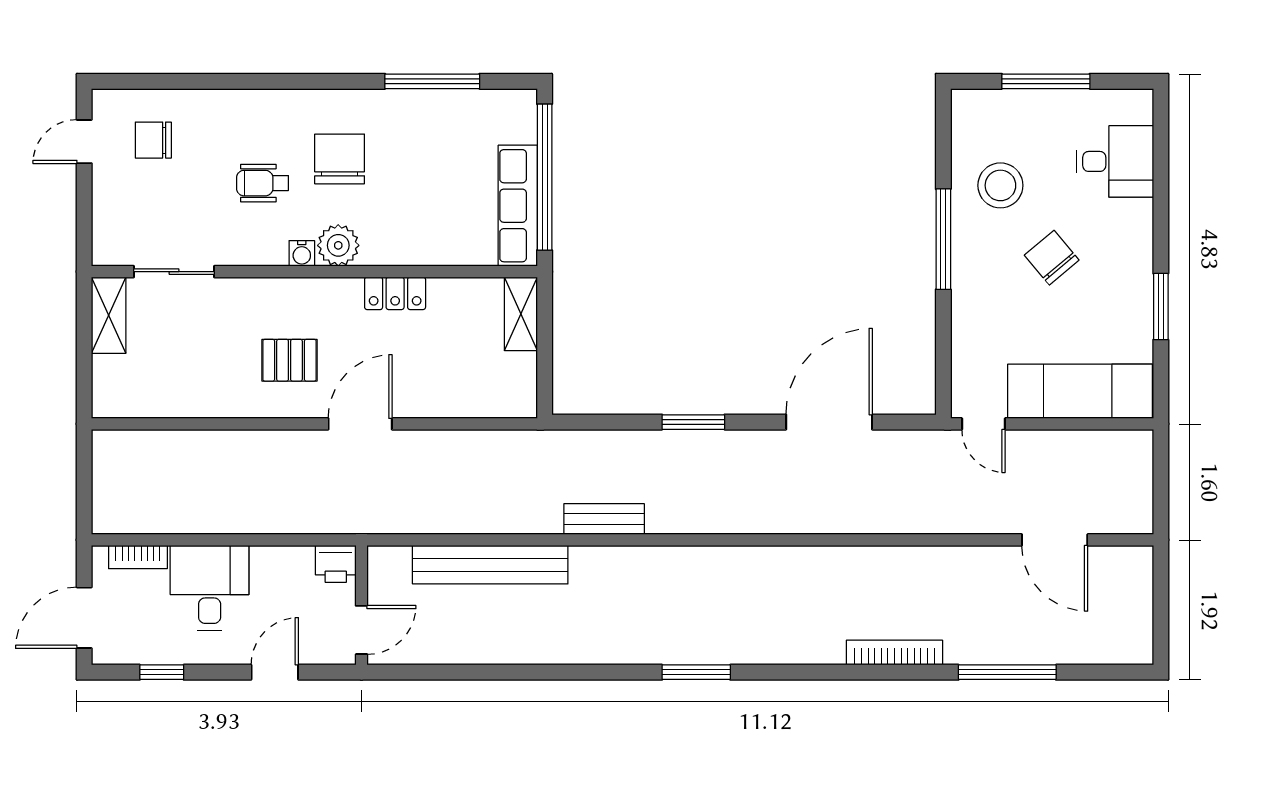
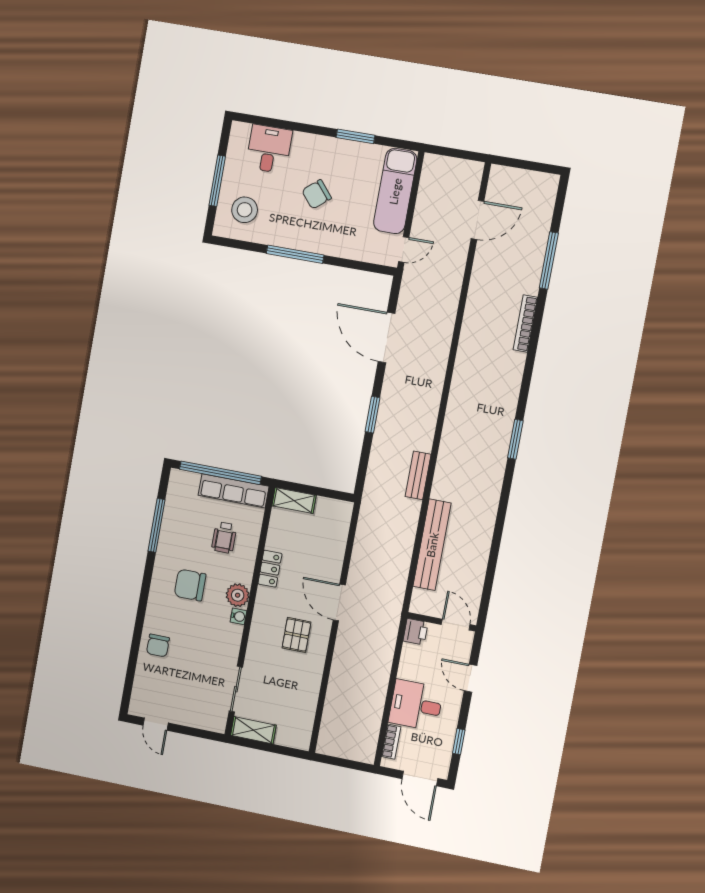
chair: (153, 140) -> (158, 645), moved
wheelchair: (263, 183) -> (224, 537), moved
stool: (1000, 185) -> (245, 210), moved

